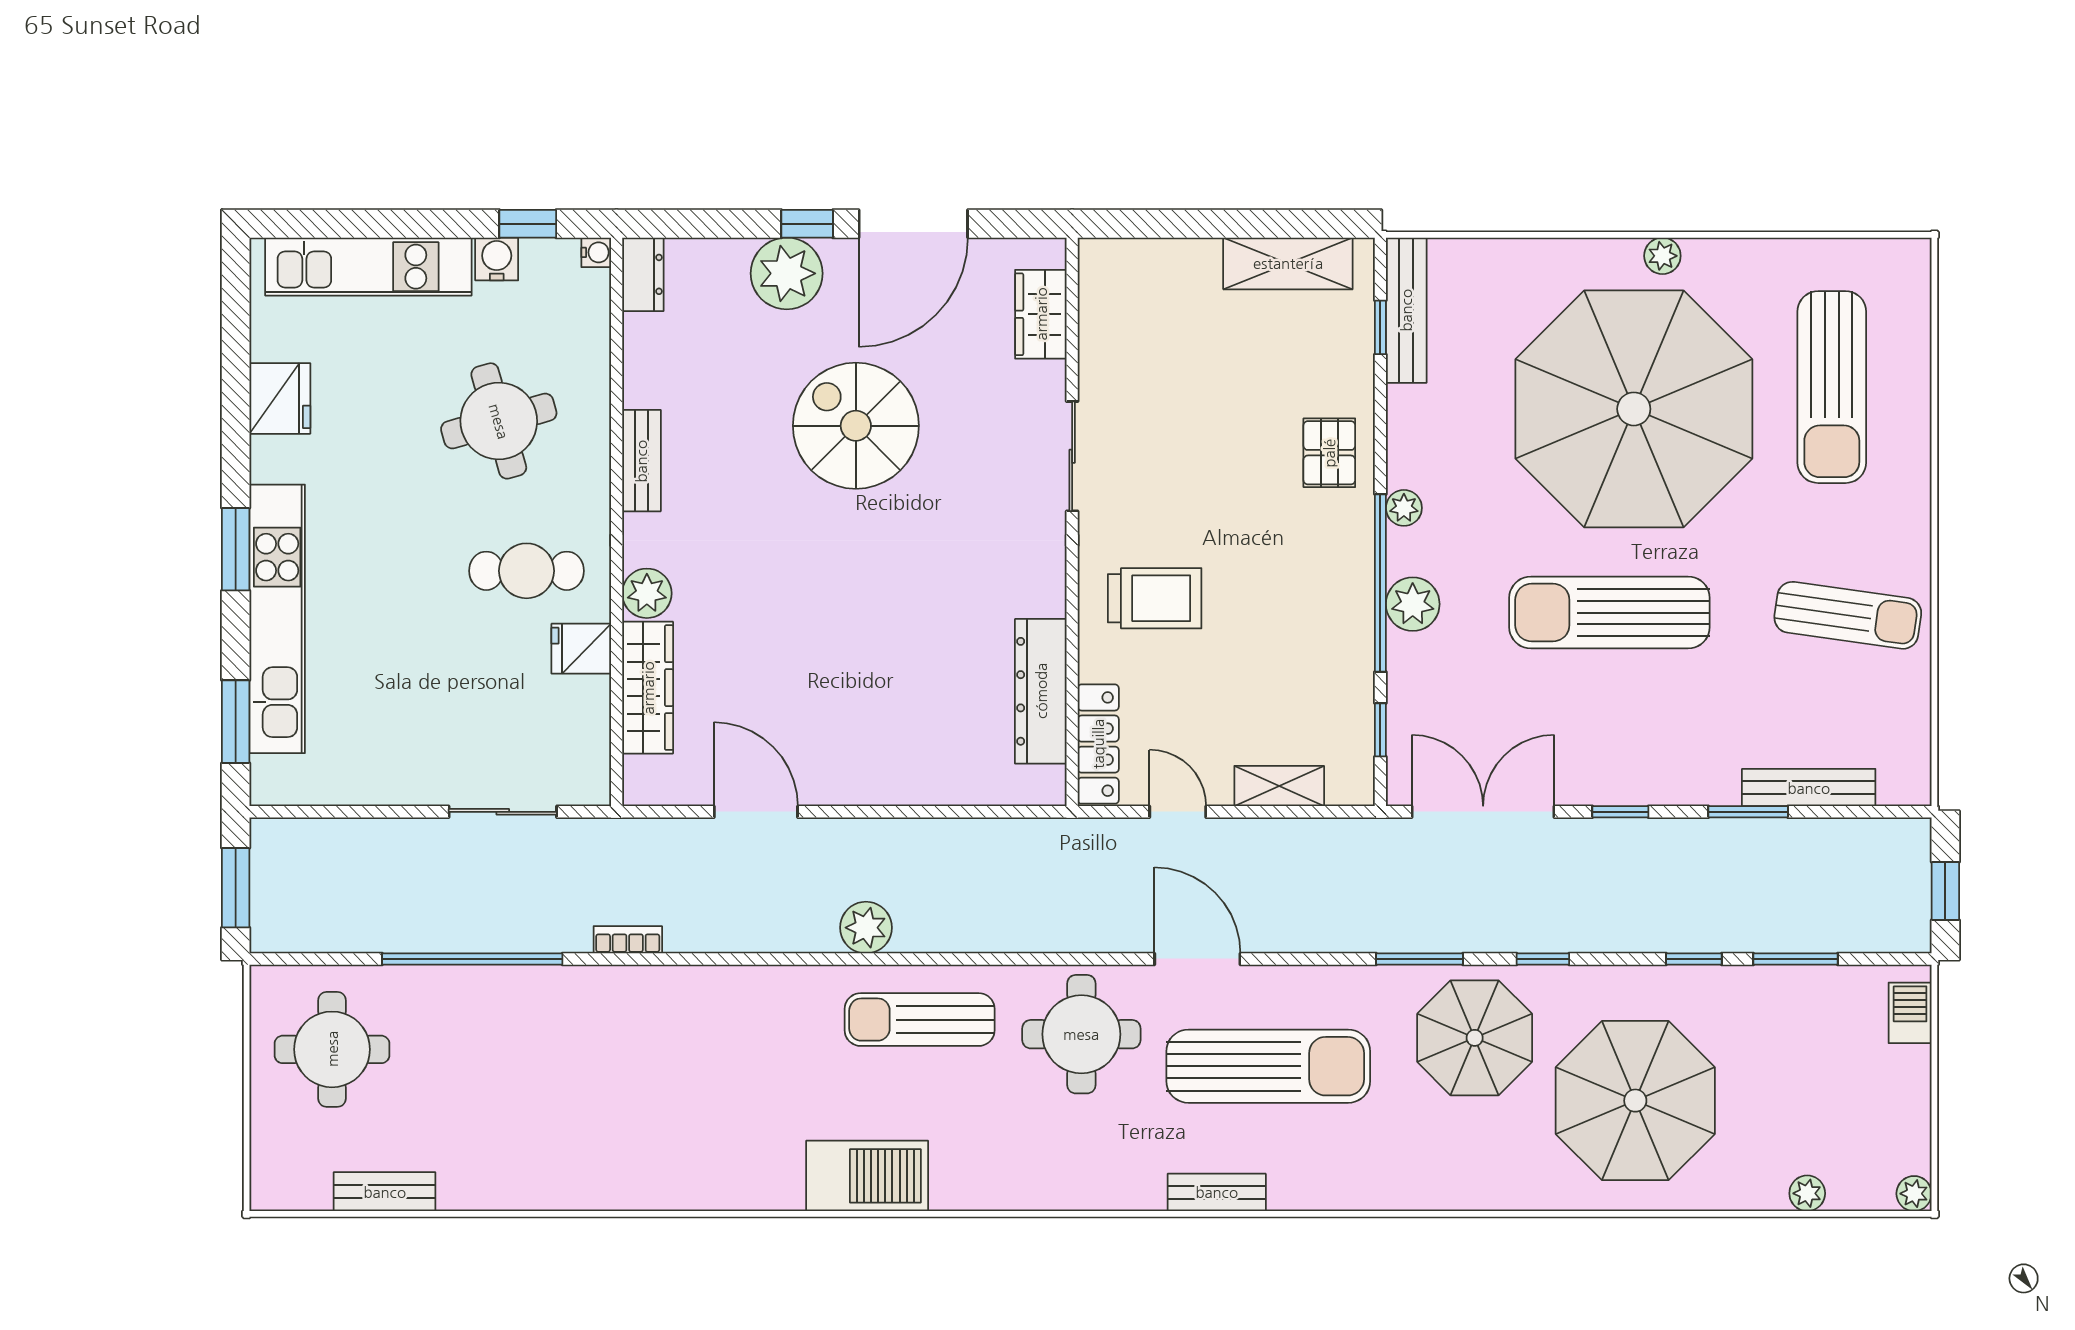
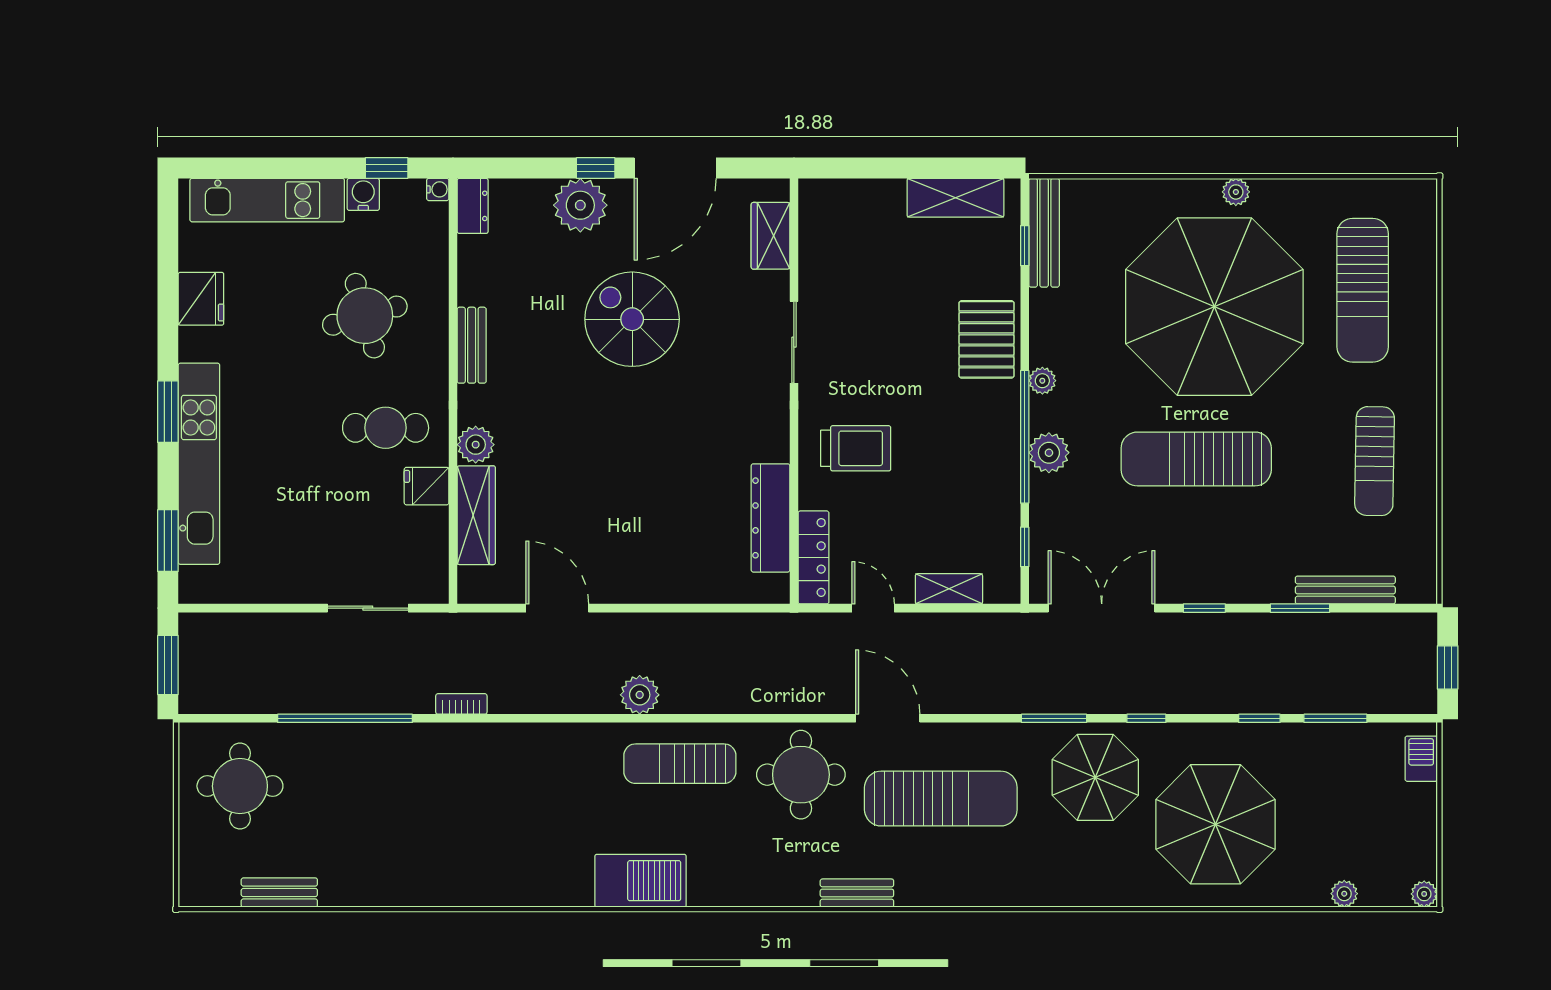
pallet: (1329, 453) -> (986, 339), width x1.50, depth x1.42
sun lounger: (1848, 615) -> (1375, 461), turned 83
bench: (1217, 1192) -> (857, 893), moved

